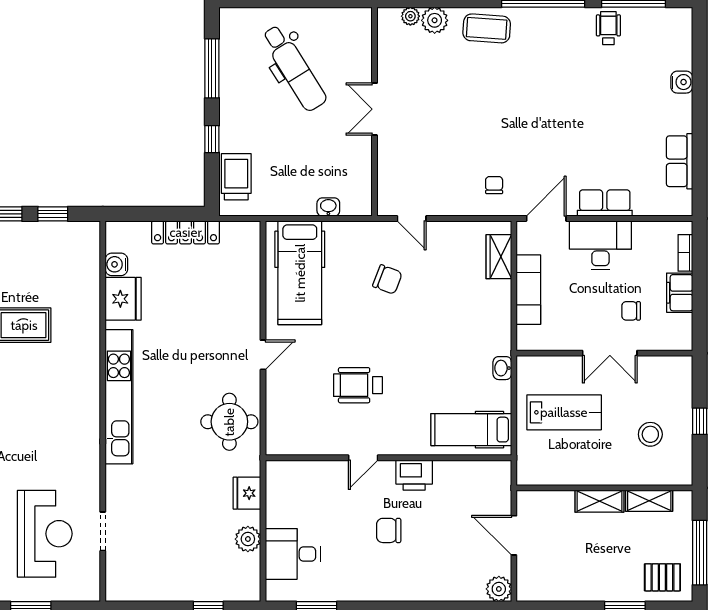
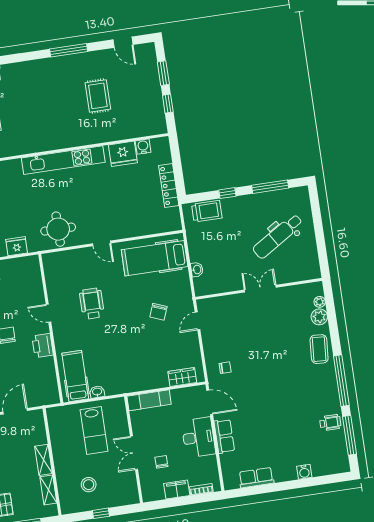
exam couch: (528, 290) -> (149, 400), moved
washbasin: (502, 368) -> (97, 392), moved

